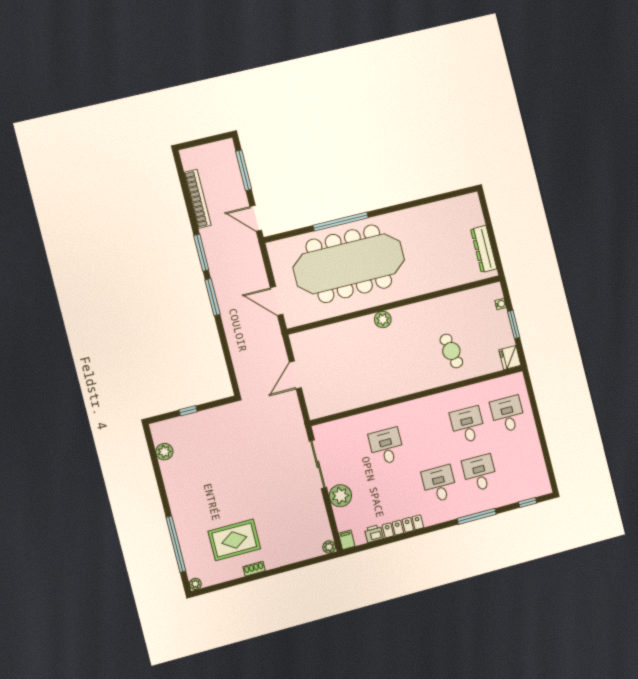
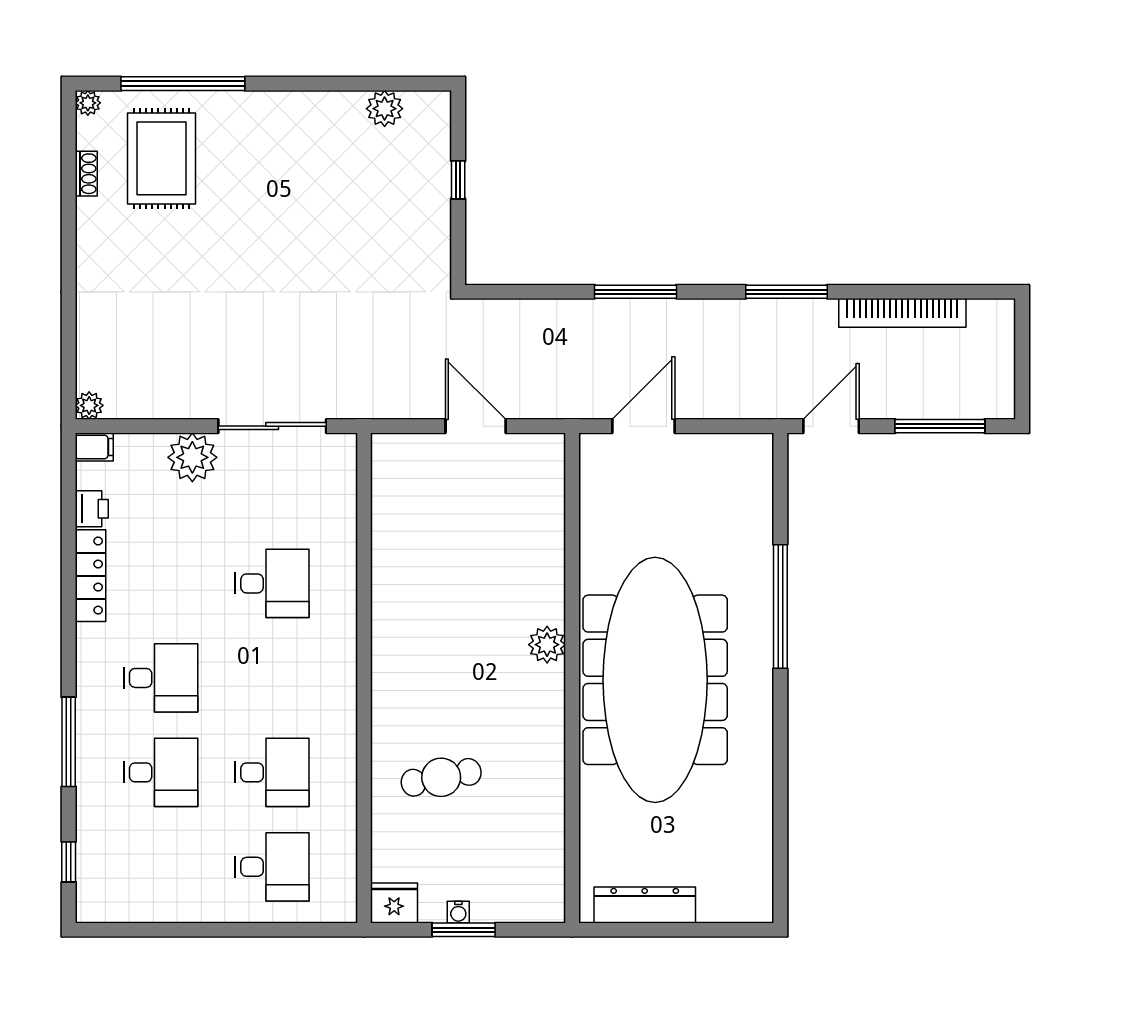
meeting table: (349, 264) -> (655, 680), moved
window: (212, 297) -> (635, 292), moved
water cooler: (501, 304) -> (458, 912), moved
rug: (234, 540) -> (161, 158), moved
shoe rack: (254, 569) -> (86, 174), moved

